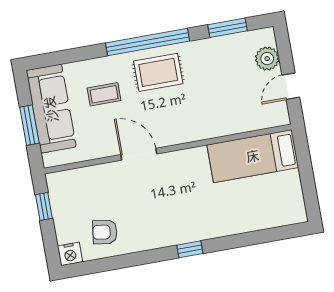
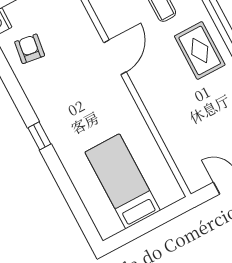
bed: (253, 156) -> (123, 181), moved

